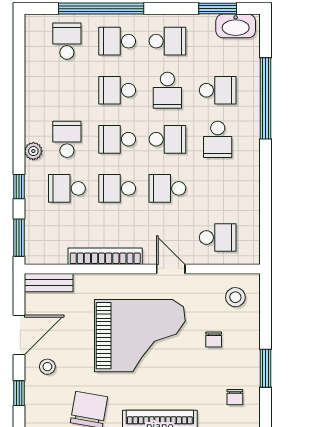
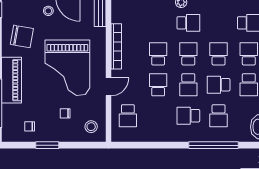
school desk: (67, 188) -> (158, 23), removed

